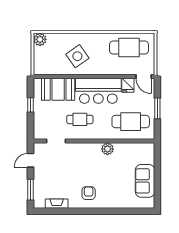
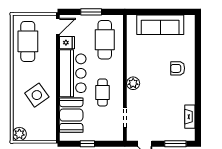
plant: (107, 149) -> (133, 83), moved
sofa: (145, 181) -> (160, 25), width x1.36
armchair: (89, 193) -> (178, 68), moved

